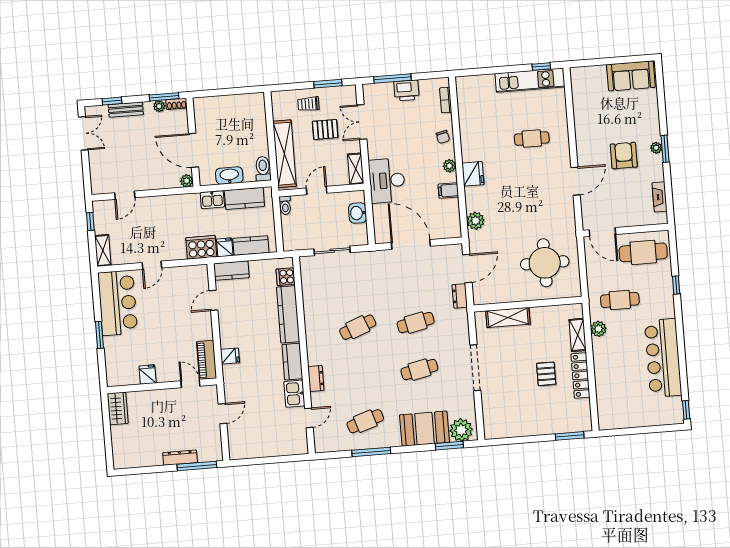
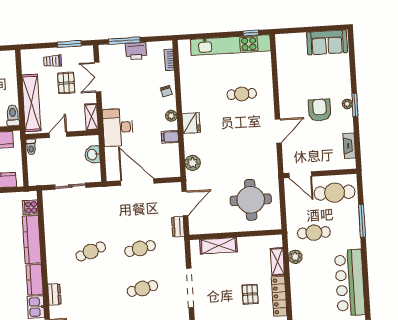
kitchen unit: (530, 80) -> (231, 45), width x1.36
pallet: (325, 129) -> (66, 83), turned 90
window: (676, 285) -> (362, 221), width x2.17

